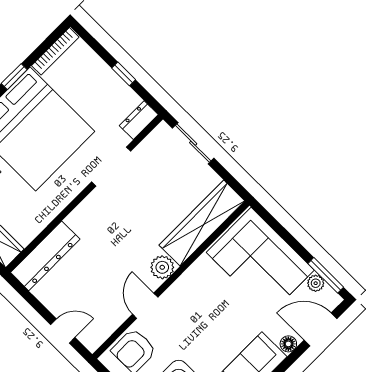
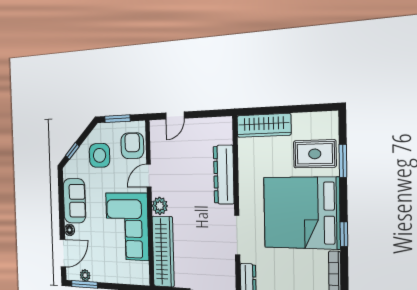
dresser: (45, 256) -> (224, 175), moved
corner sofa: (260, 261) -> (127, 226), moved, turned -90
door: (145, 306) -> (149, 176), swing flipped

